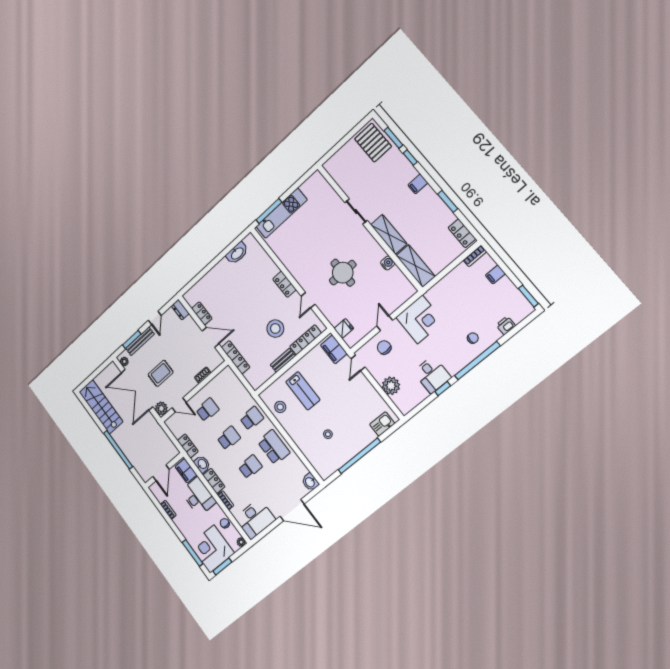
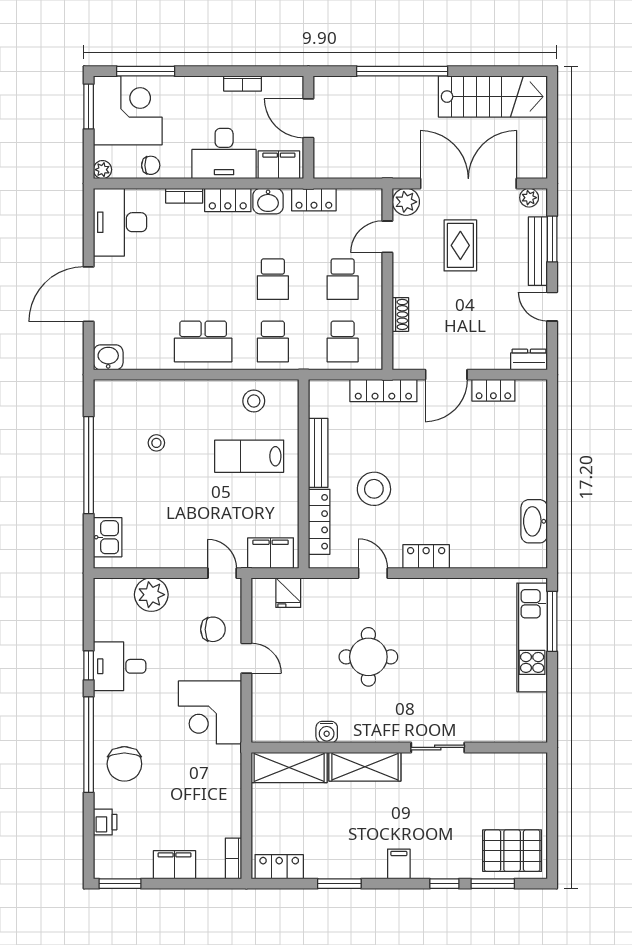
filing cabinet: (495, 275) -> (174, 865), width x2.00
chair: (473, 338) -> (124, 764), width x1.87, depth x1.87
bench: (283, 360) -> (318, 453), width x1.36
school desk: (250, 467) -> (343, 341), moved

